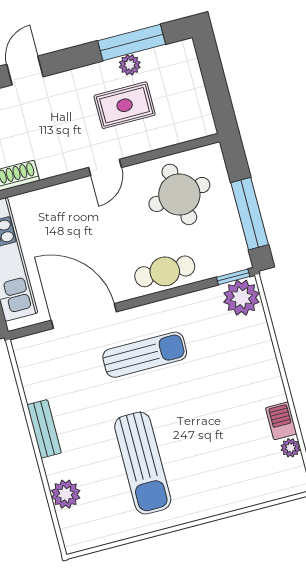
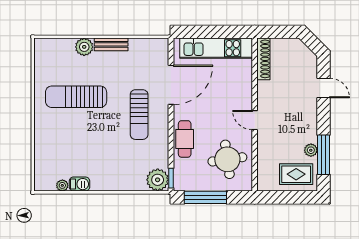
rug: (125, 105) -> (296, 174), moved, turned 90
plant: (66, 494) -> (84, 47), moved

